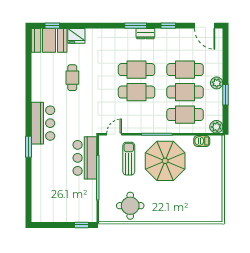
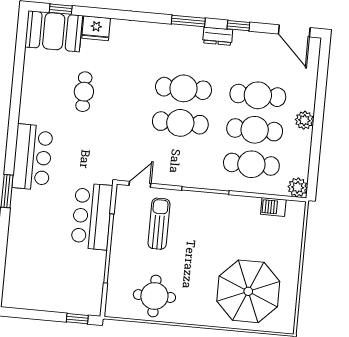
dresser: (145, 34) -> (218, 36), moved
window: (226, 95) -> (316, 140), removed
parasol: (165, 161) -> (248, 291), moved

